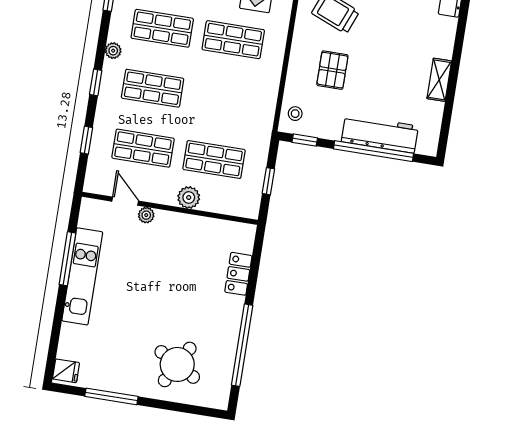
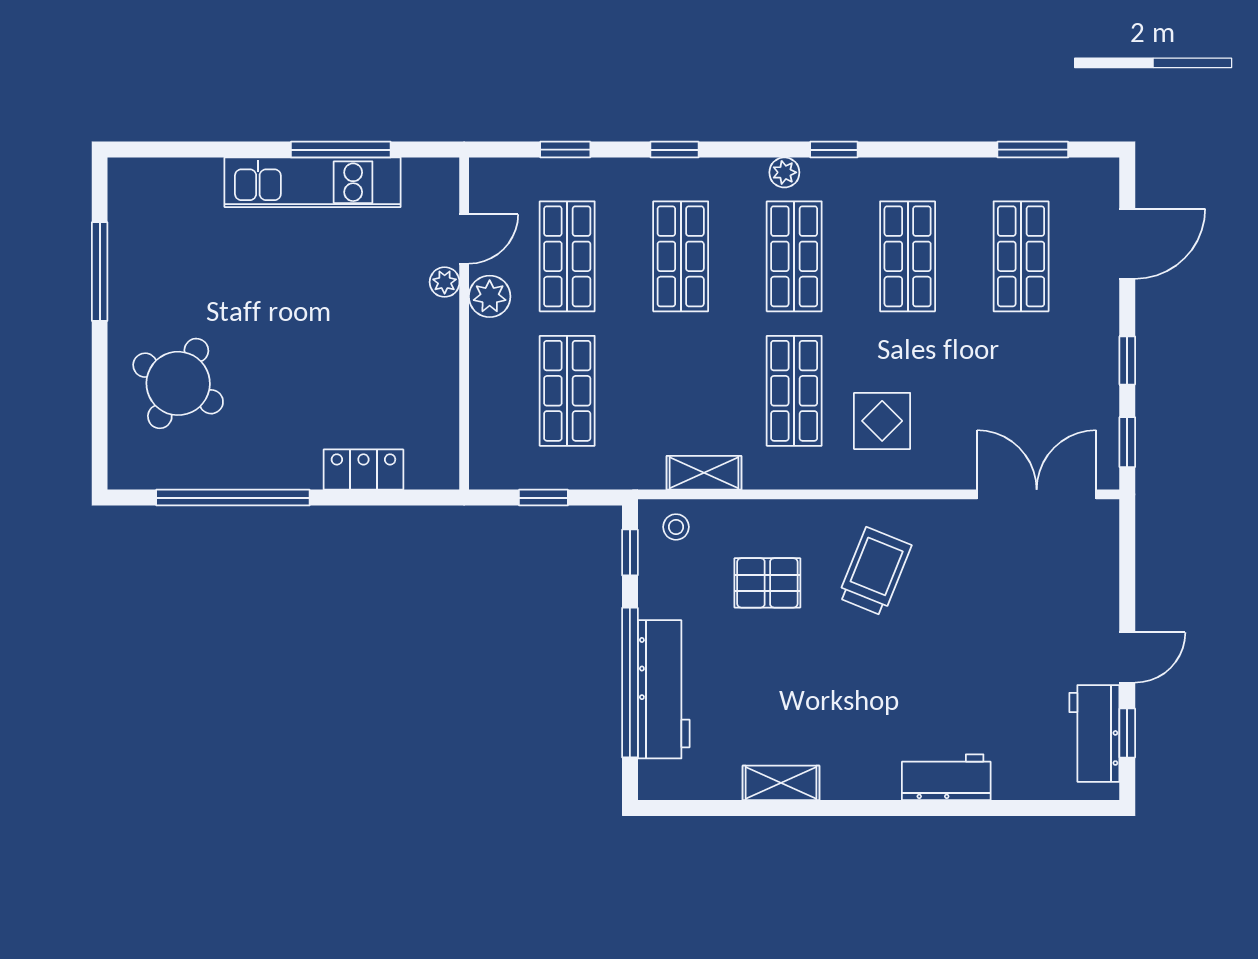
plant: (113, 51) -> (784, 172), moved
shelving: (269, 94) -> (704, 473), added
plant: (189, 197) -> (490, 296), moved
fridge: (66, 371) -> (134, 180), removed

